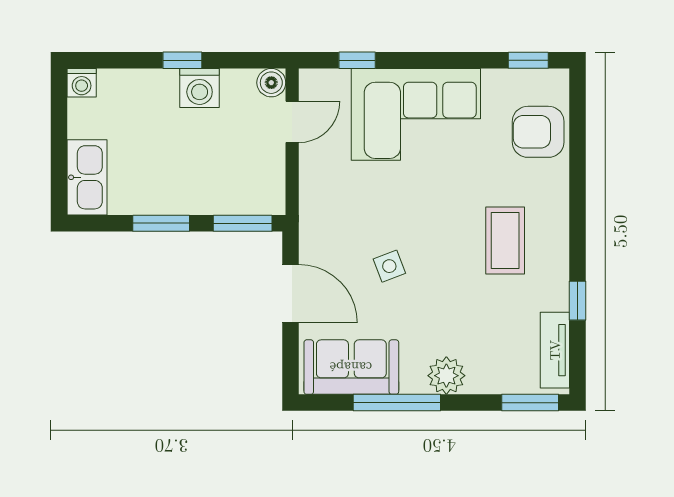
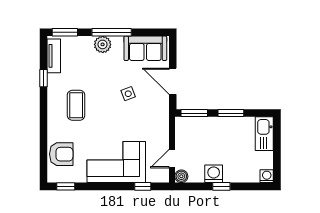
window: (397, 403) -> (112, 32), moved

